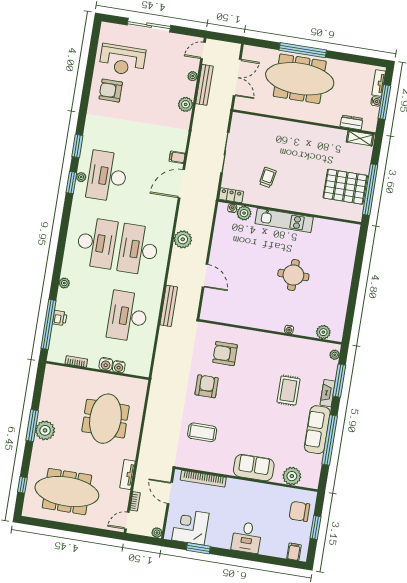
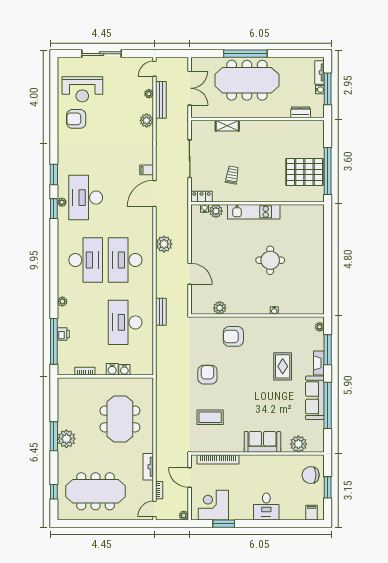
shelving: (360, 138) -> (227, 126), moved
bench: (169, 306) -> (161, 312), width x0.73
plant: (323, 332) -> (220, 308), moved
armchair: (225, 354) -> (233, 336), moved

